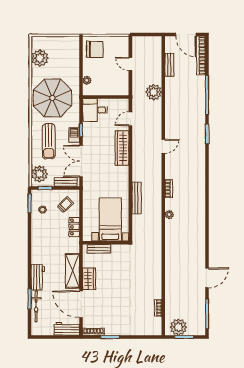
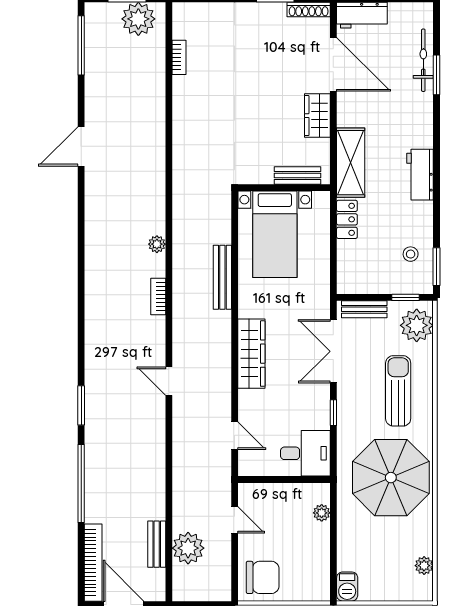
chair: (95, 49) -> (263, 577), moved, turned 180
plant: (40, 58) -> (424, 566), width x0.53, depth x0.53
door: (130, 64) -> (235, 520), moved
plant: (154, 92) -> (188, 548), moved
door: (130, 119) -> (235, 436), hinge flipped
barbecue: (74, 135) -> (347, 587), moved
door: (163, 146) -> (169, 381), hinge flipped
wardrobe: (122, 148) -> (251, 354), moved
double door: (81, 161) -> (333, 351), swing flipped
trolley: (65, 205) -> (365, 264), removed
shelving: (72, 271) -> (351, 163), moved
workbench: (38, 277) -> (420, 175), moved
door: (207, 278) -> (81, 146), moved

